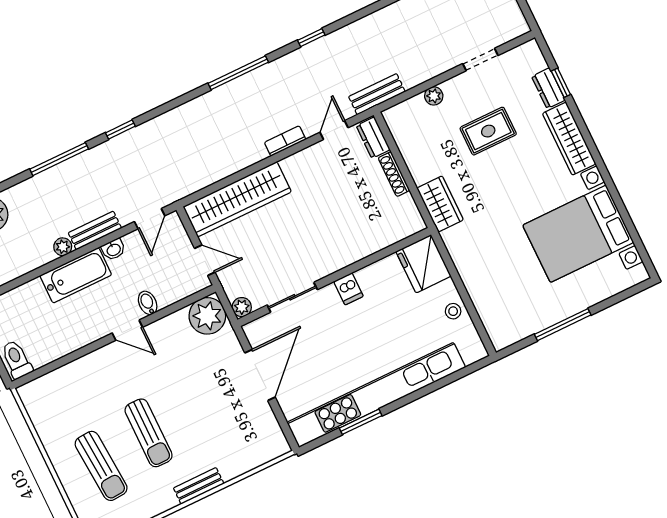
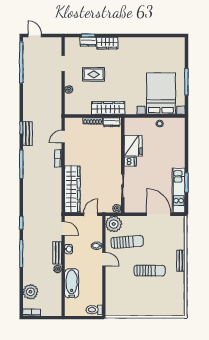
bench: (377, 94) -> (27, 134), moved
door: (334, 130) -> (63, 137), hinge flipped
rug: (488, 131) -> (94, 74), turned 90
dresser: (373, 138) -> (111, 122), moved
wardrobe: (569, 139) -> (107, 43), width x0.67
wardrobe: (440, 204) -> (108, 108), width x1.50
bed with nightstands: (578, 234) -> (161, 94), moved, turned 180
fridge: (423, 264) -> (133, 146), moved, turned -90
bathtub: (76, 275) -> (72, 283), moved
door: (127, 330) -> (104, 259), hinge flipped
door: (260, 375) -> (159, 214), moved
kitchen unit: (376, 395) -> (179, 190), width x0.54
sun lounger: (101, 466) -> (127, 242), moved

